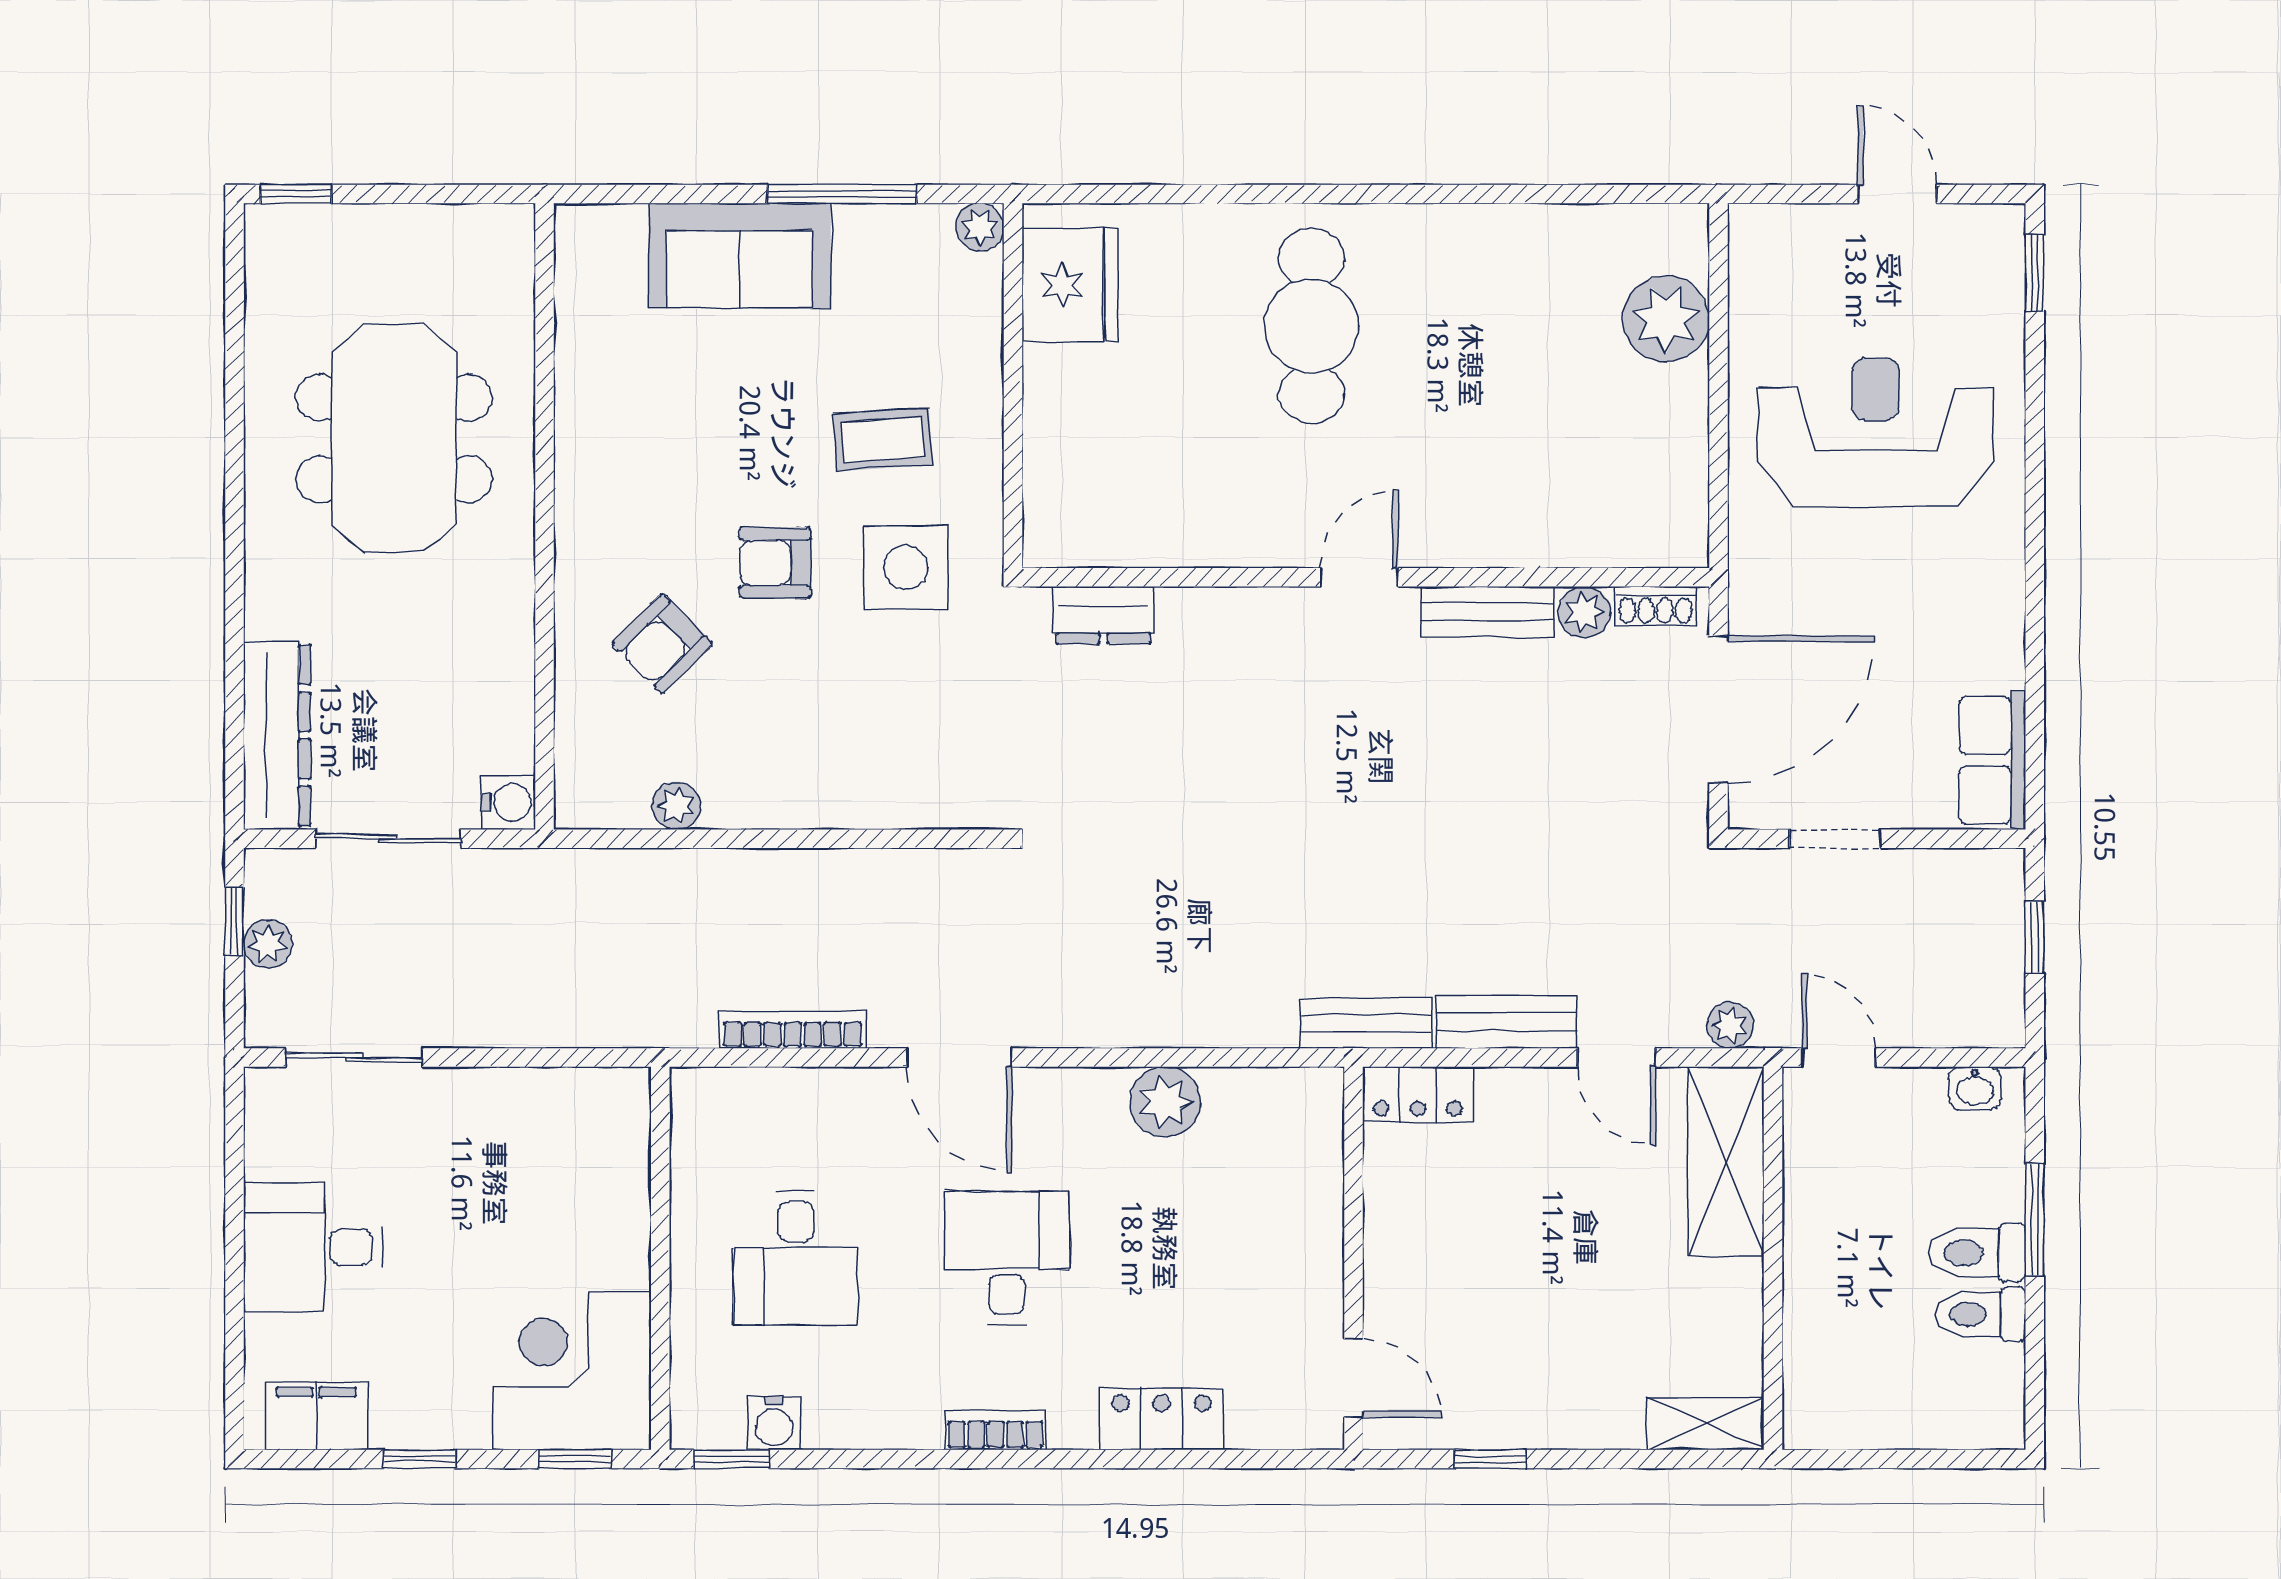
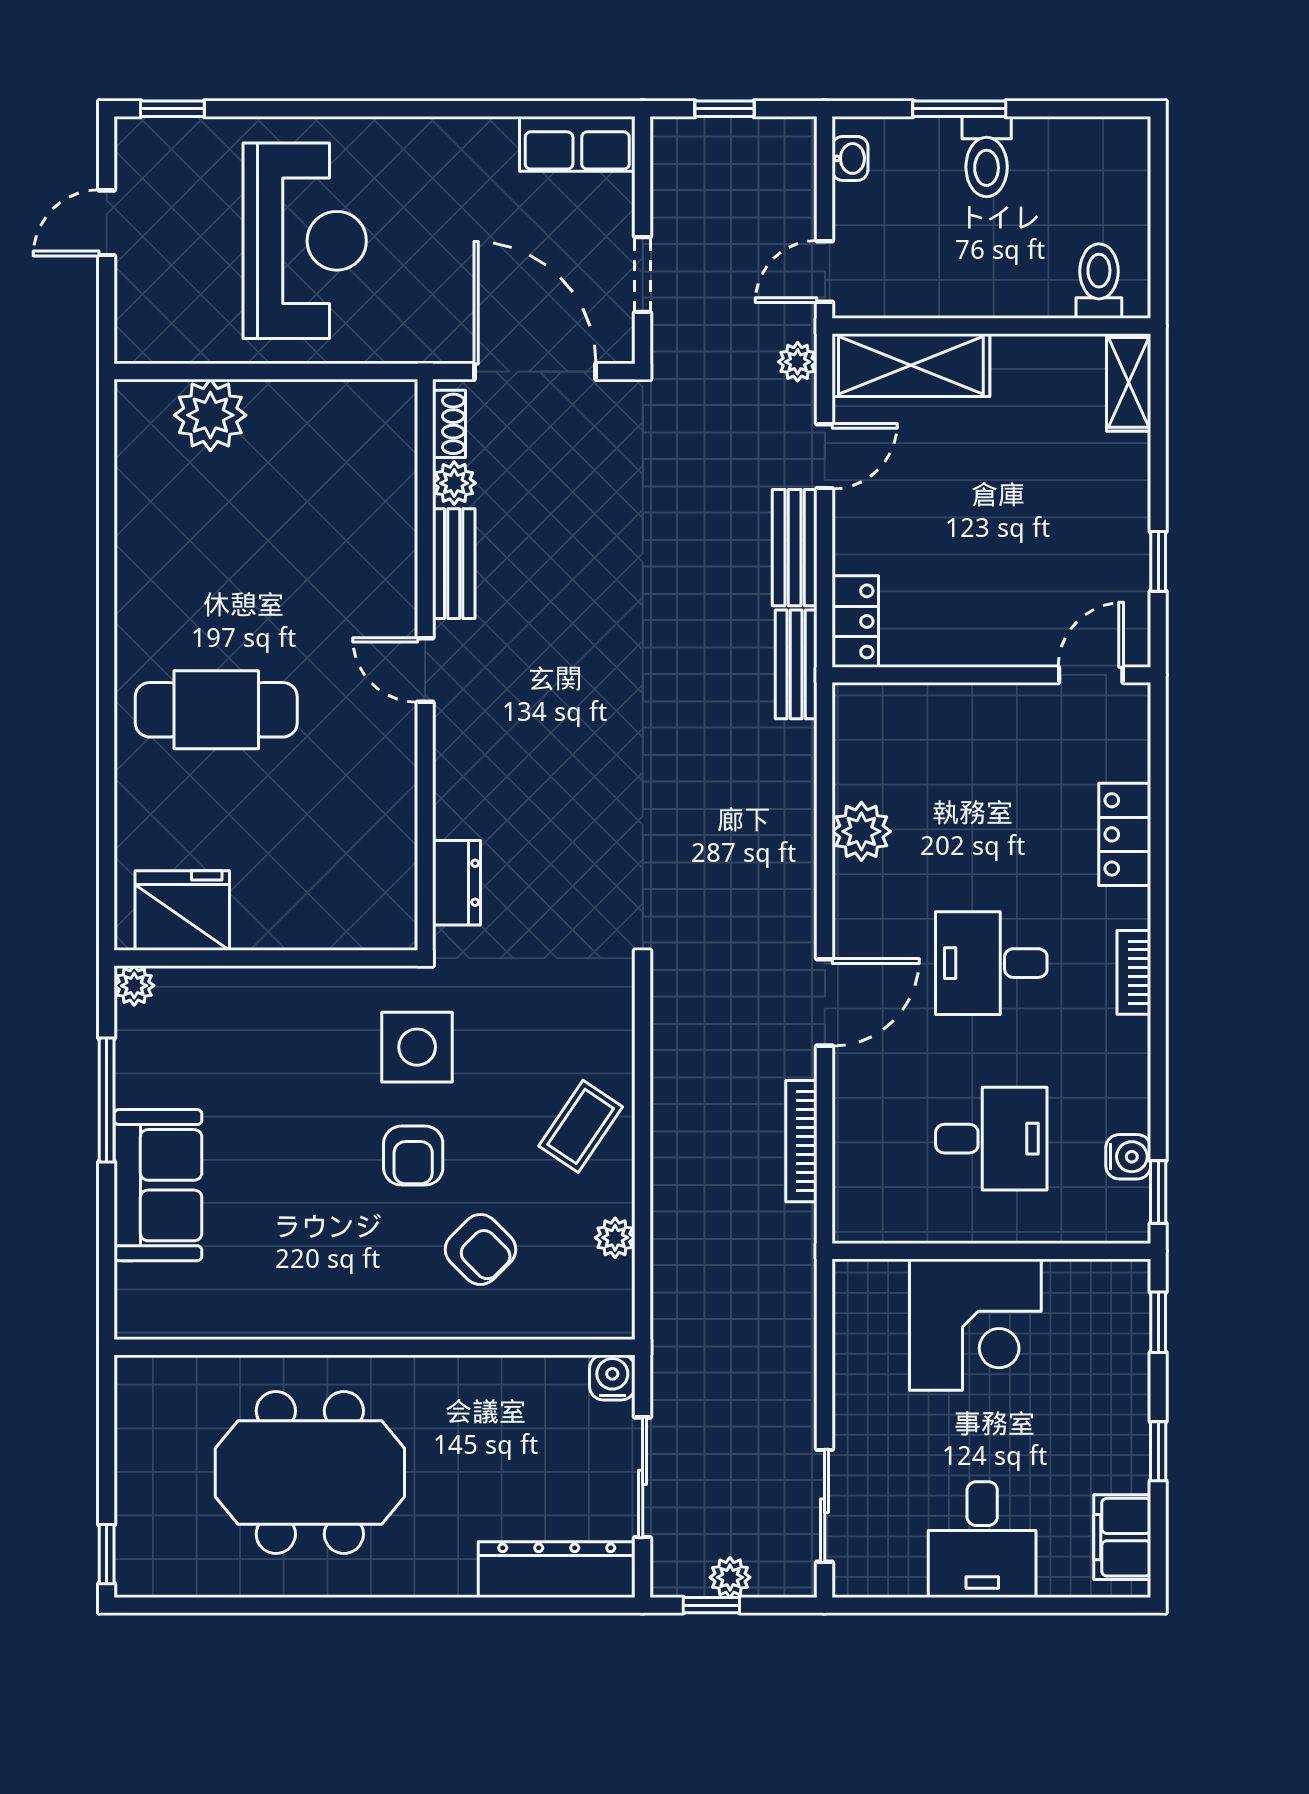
reception desk: (1876, 432) -> (305, 241), turned 180
coffee table: (883, 439) -> (581, 1126), moved, turned 38
toilet: (1981, 1314) -> (1099, 281), moved, turned 180
corner desk: (572, 1371) -> (975, 1325), moved, turned -90

